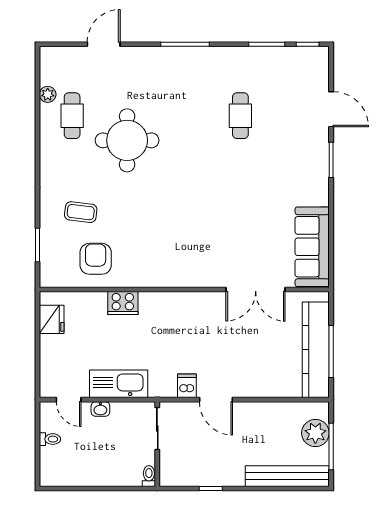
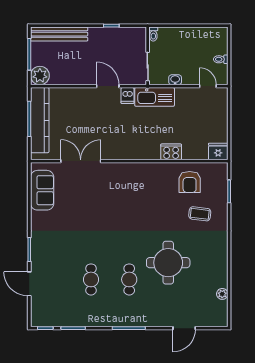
cafe table: (72, 116) -> (129, 279), moved
sofa: (312, 247) -> (42, 190), width x0.73
fridge: (52, 319) -> (218, 151), moved, turned 90
kitchen sink: (119, 384) -> (155, 97), moved
washbasin: (100, 409) -> (175, 80), moved
plant: (315, 433) -> (40, 76), moved

